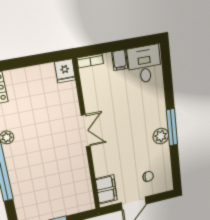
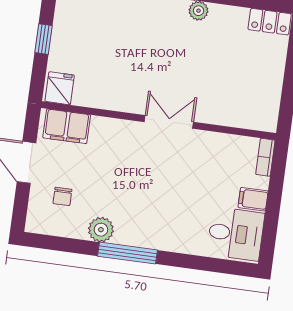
fridge: (65, 71) -> (60, 88), moved, turned 90
double door: (86, 131) -> (169, 122), swing flipped
plant: (161, 136) -> (101, 230), moved

